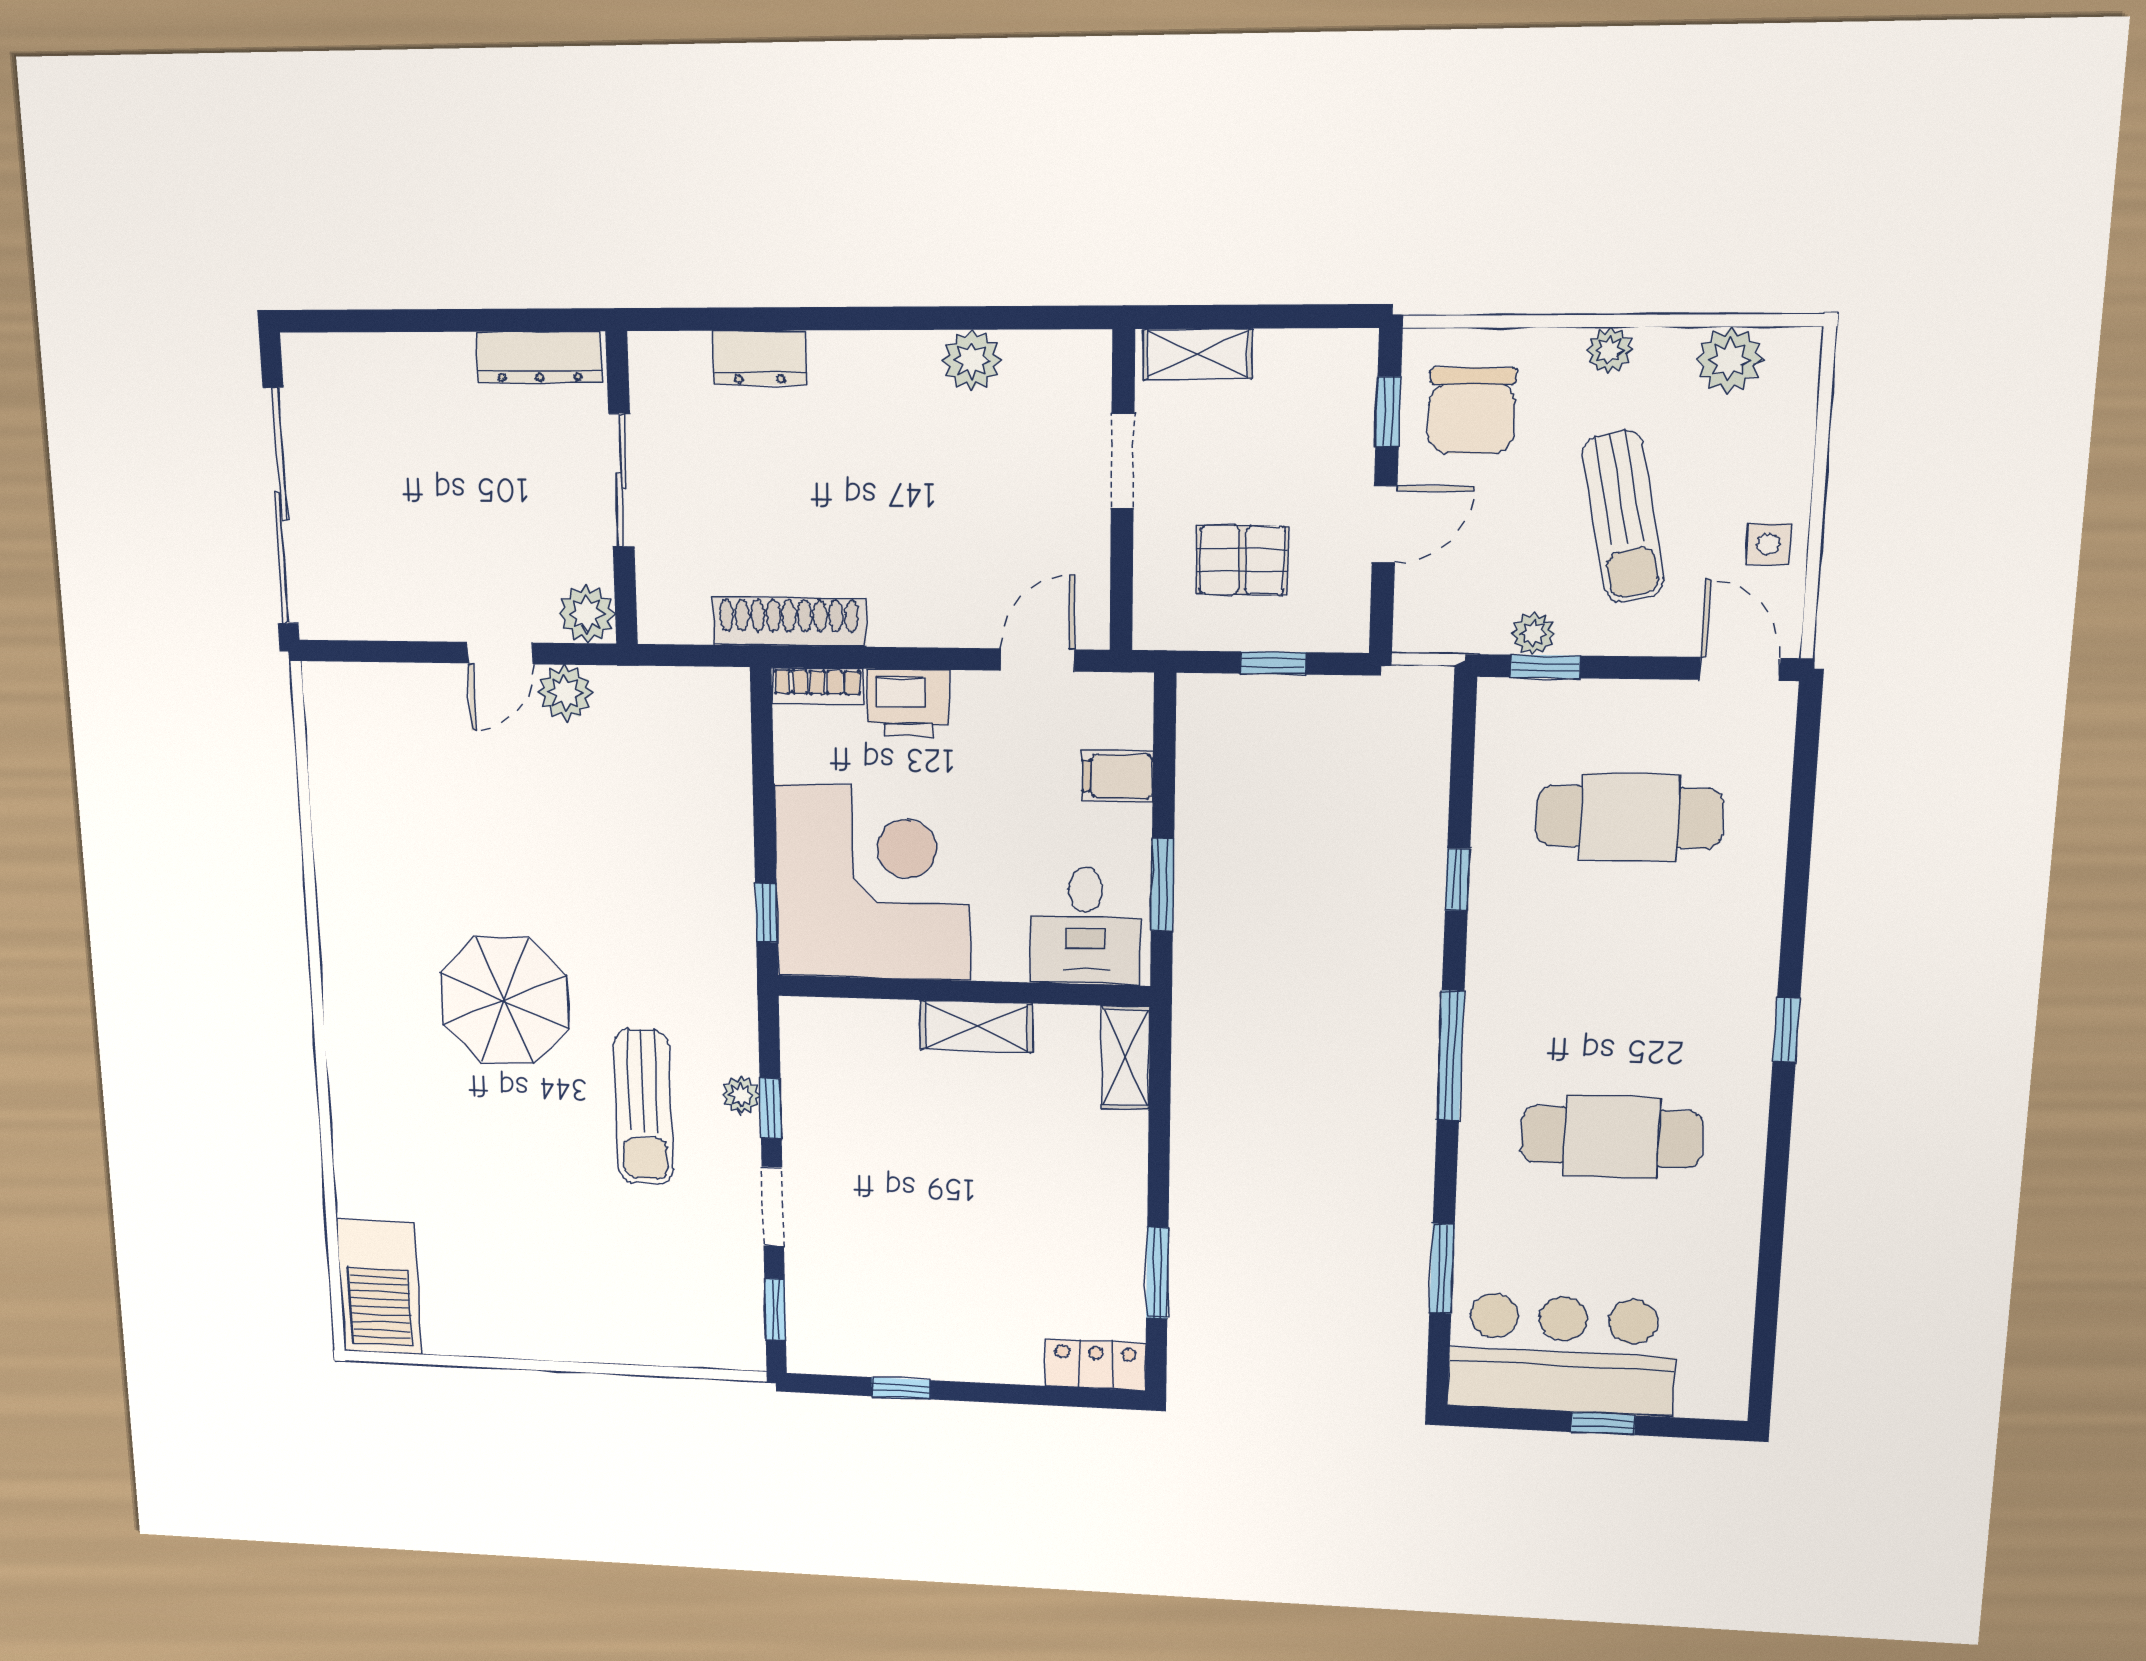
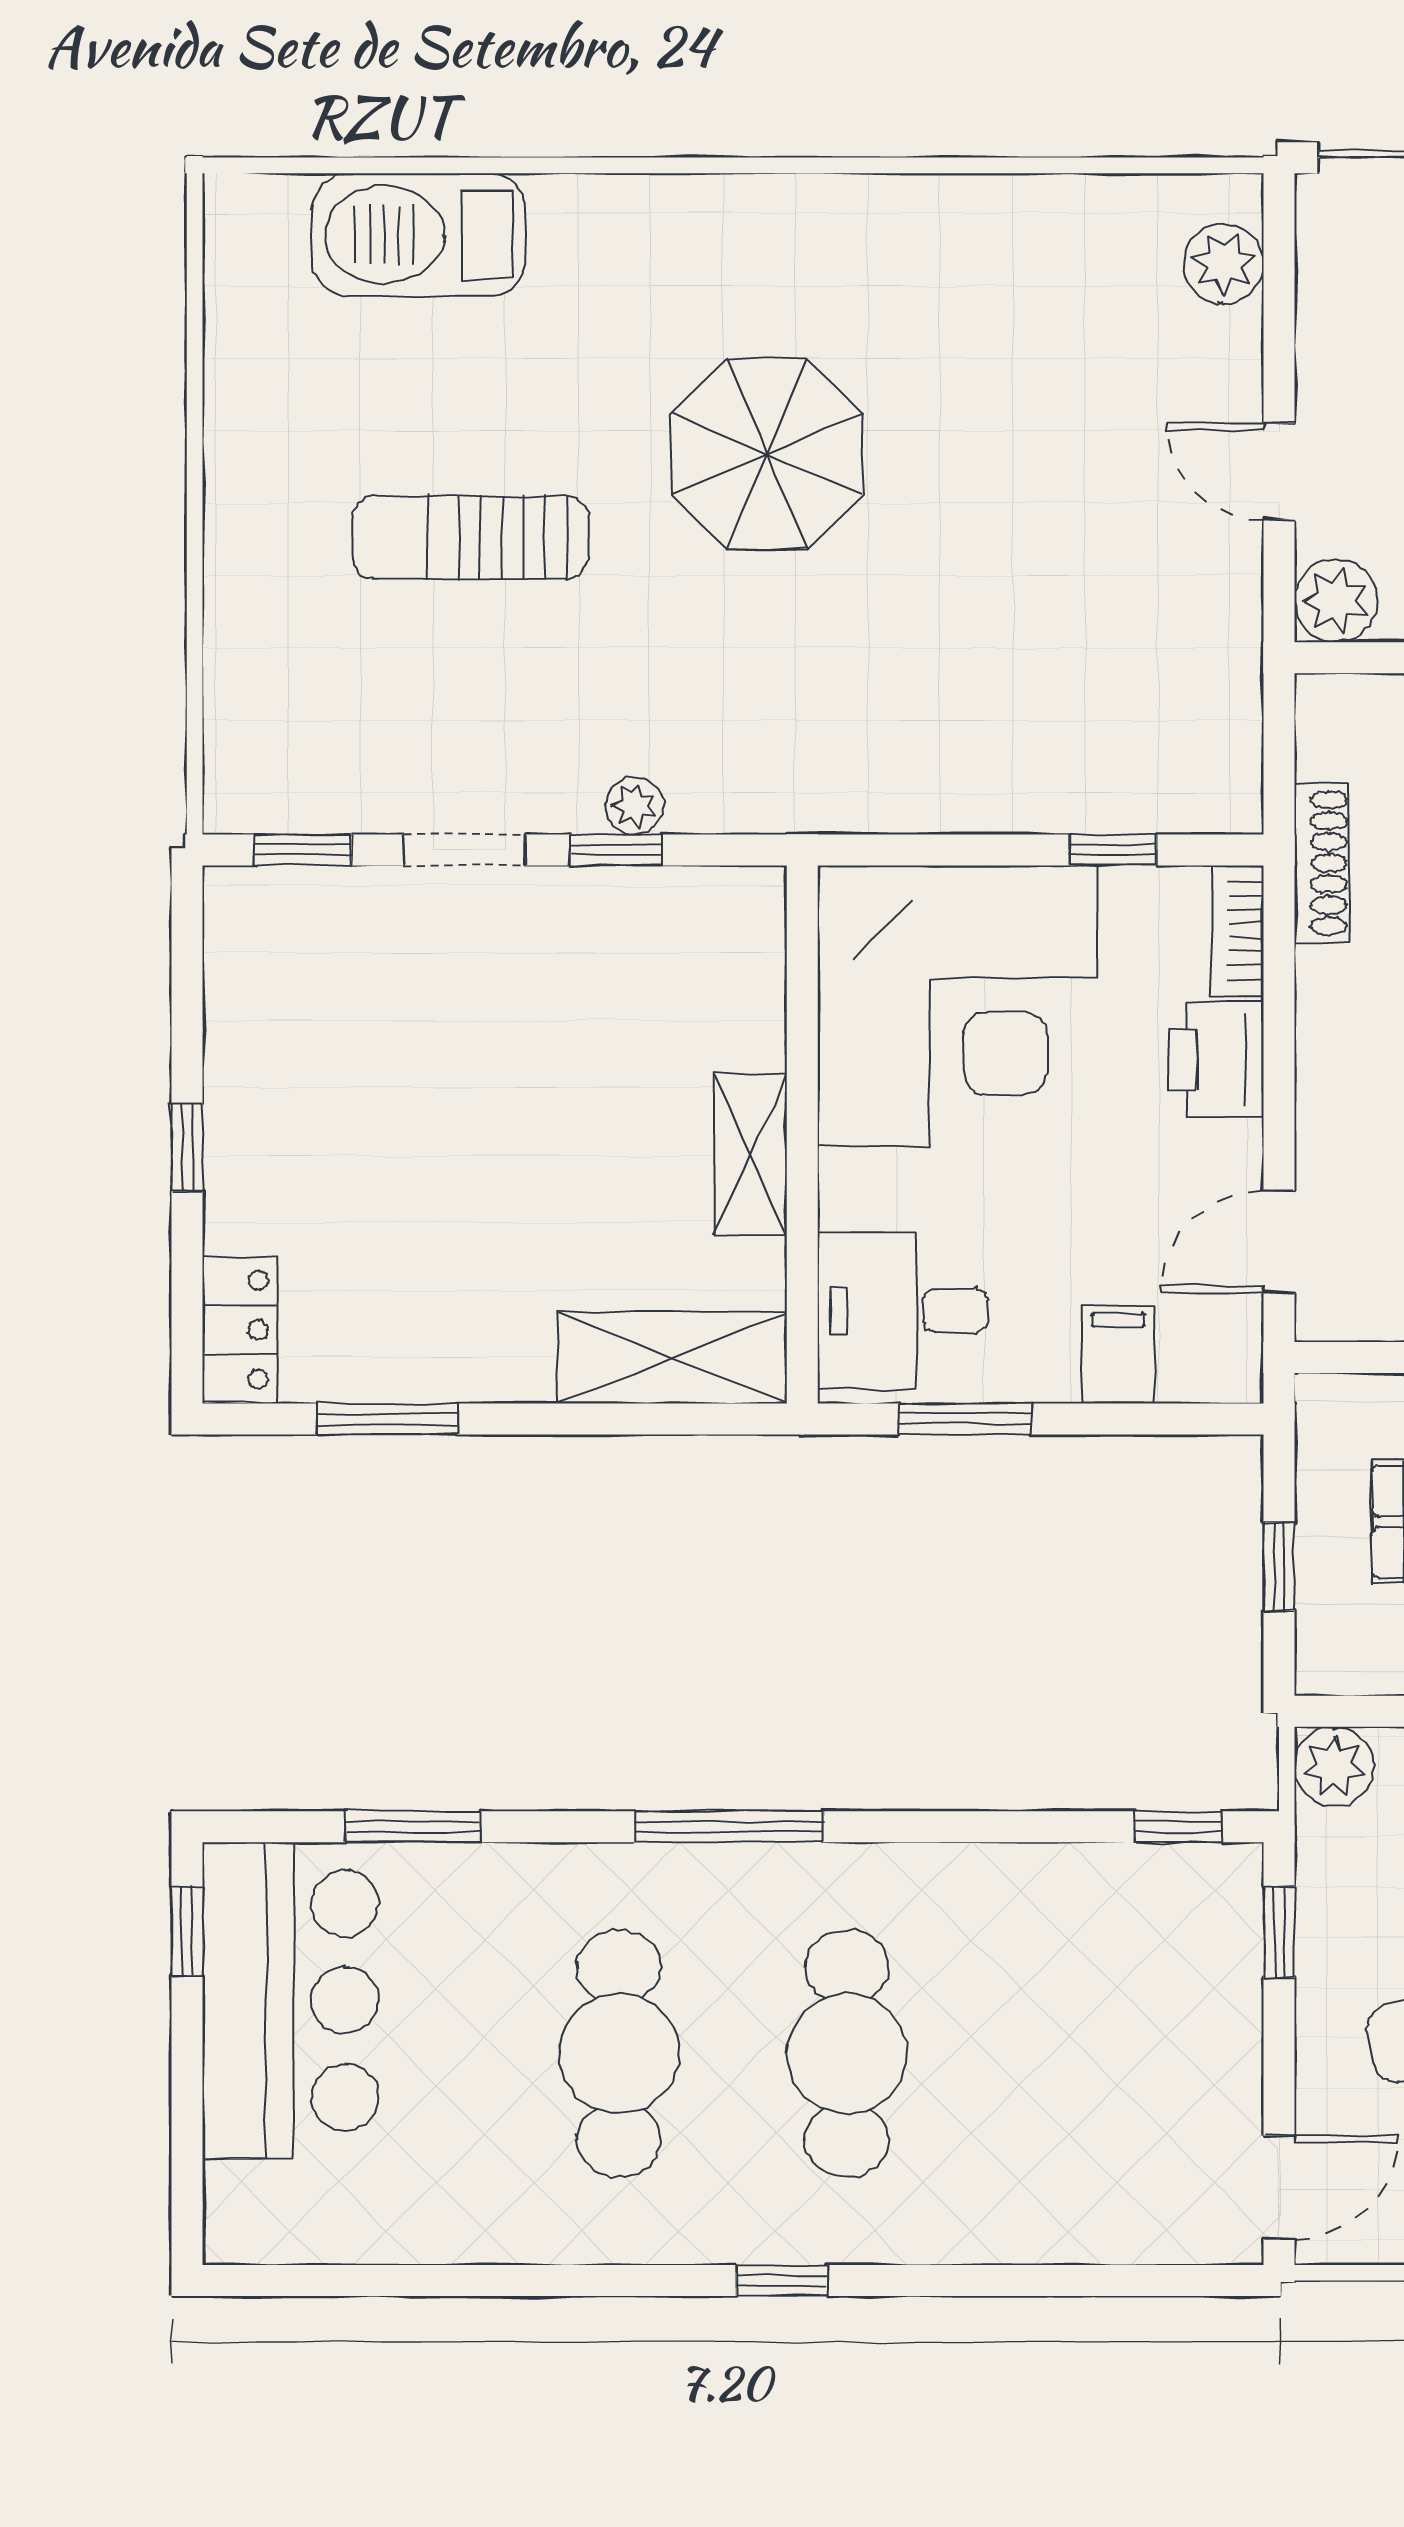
shoe rack: (789, 622) -> (1322, 863), width x0.74, depth x0.81
plant: (1534, 634) -> (1334, 1766), moved, width x1.38, depth x1.38
door: (1037, 660) -> (1279, 1242), swing flipped
plant: (565, 693) -> (1224, 264), moved
cafe table: (1629, 817) -> (847, 2054), moved
window: (1458, 880) -> (1179, 1827), moved
window: (766, 913) -> (1113, 850), moved
shelving: (1125, 1058) -> (672, 1358), width x1.50, depth x1.33
sun lounger: (644, 1107) -> (470, 537), moved
barbecue: (379, 1287) -> (419, 235), moved
window: (901, 1388) -> (187, 1147), moved
window: (1603, 1424) -> (187, 1931), moved

